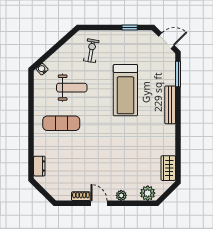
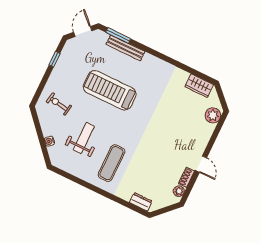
water cooler: (42, 69) -> (49, 141), moved
treadmill: (125, 90) -> (110, 90), turned 180
bench: (170, 105) -> (125, 48), moved
plant: (121, 195) -> (179, 191), moved
door: (99, 203) -> (201, 164), swing flipped

